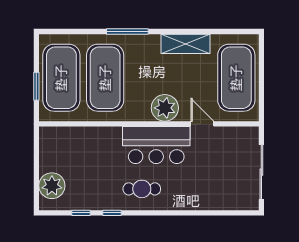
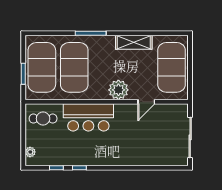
door: (202, 124) -> (146, 102), swing flipped
bar counter: (156, 145) -> (88, 117), moved
plant: (52, 186) -> (30, 152), width x0.53, depth x0.53
cafe table: (142, 189) -> (43, 119), moved

